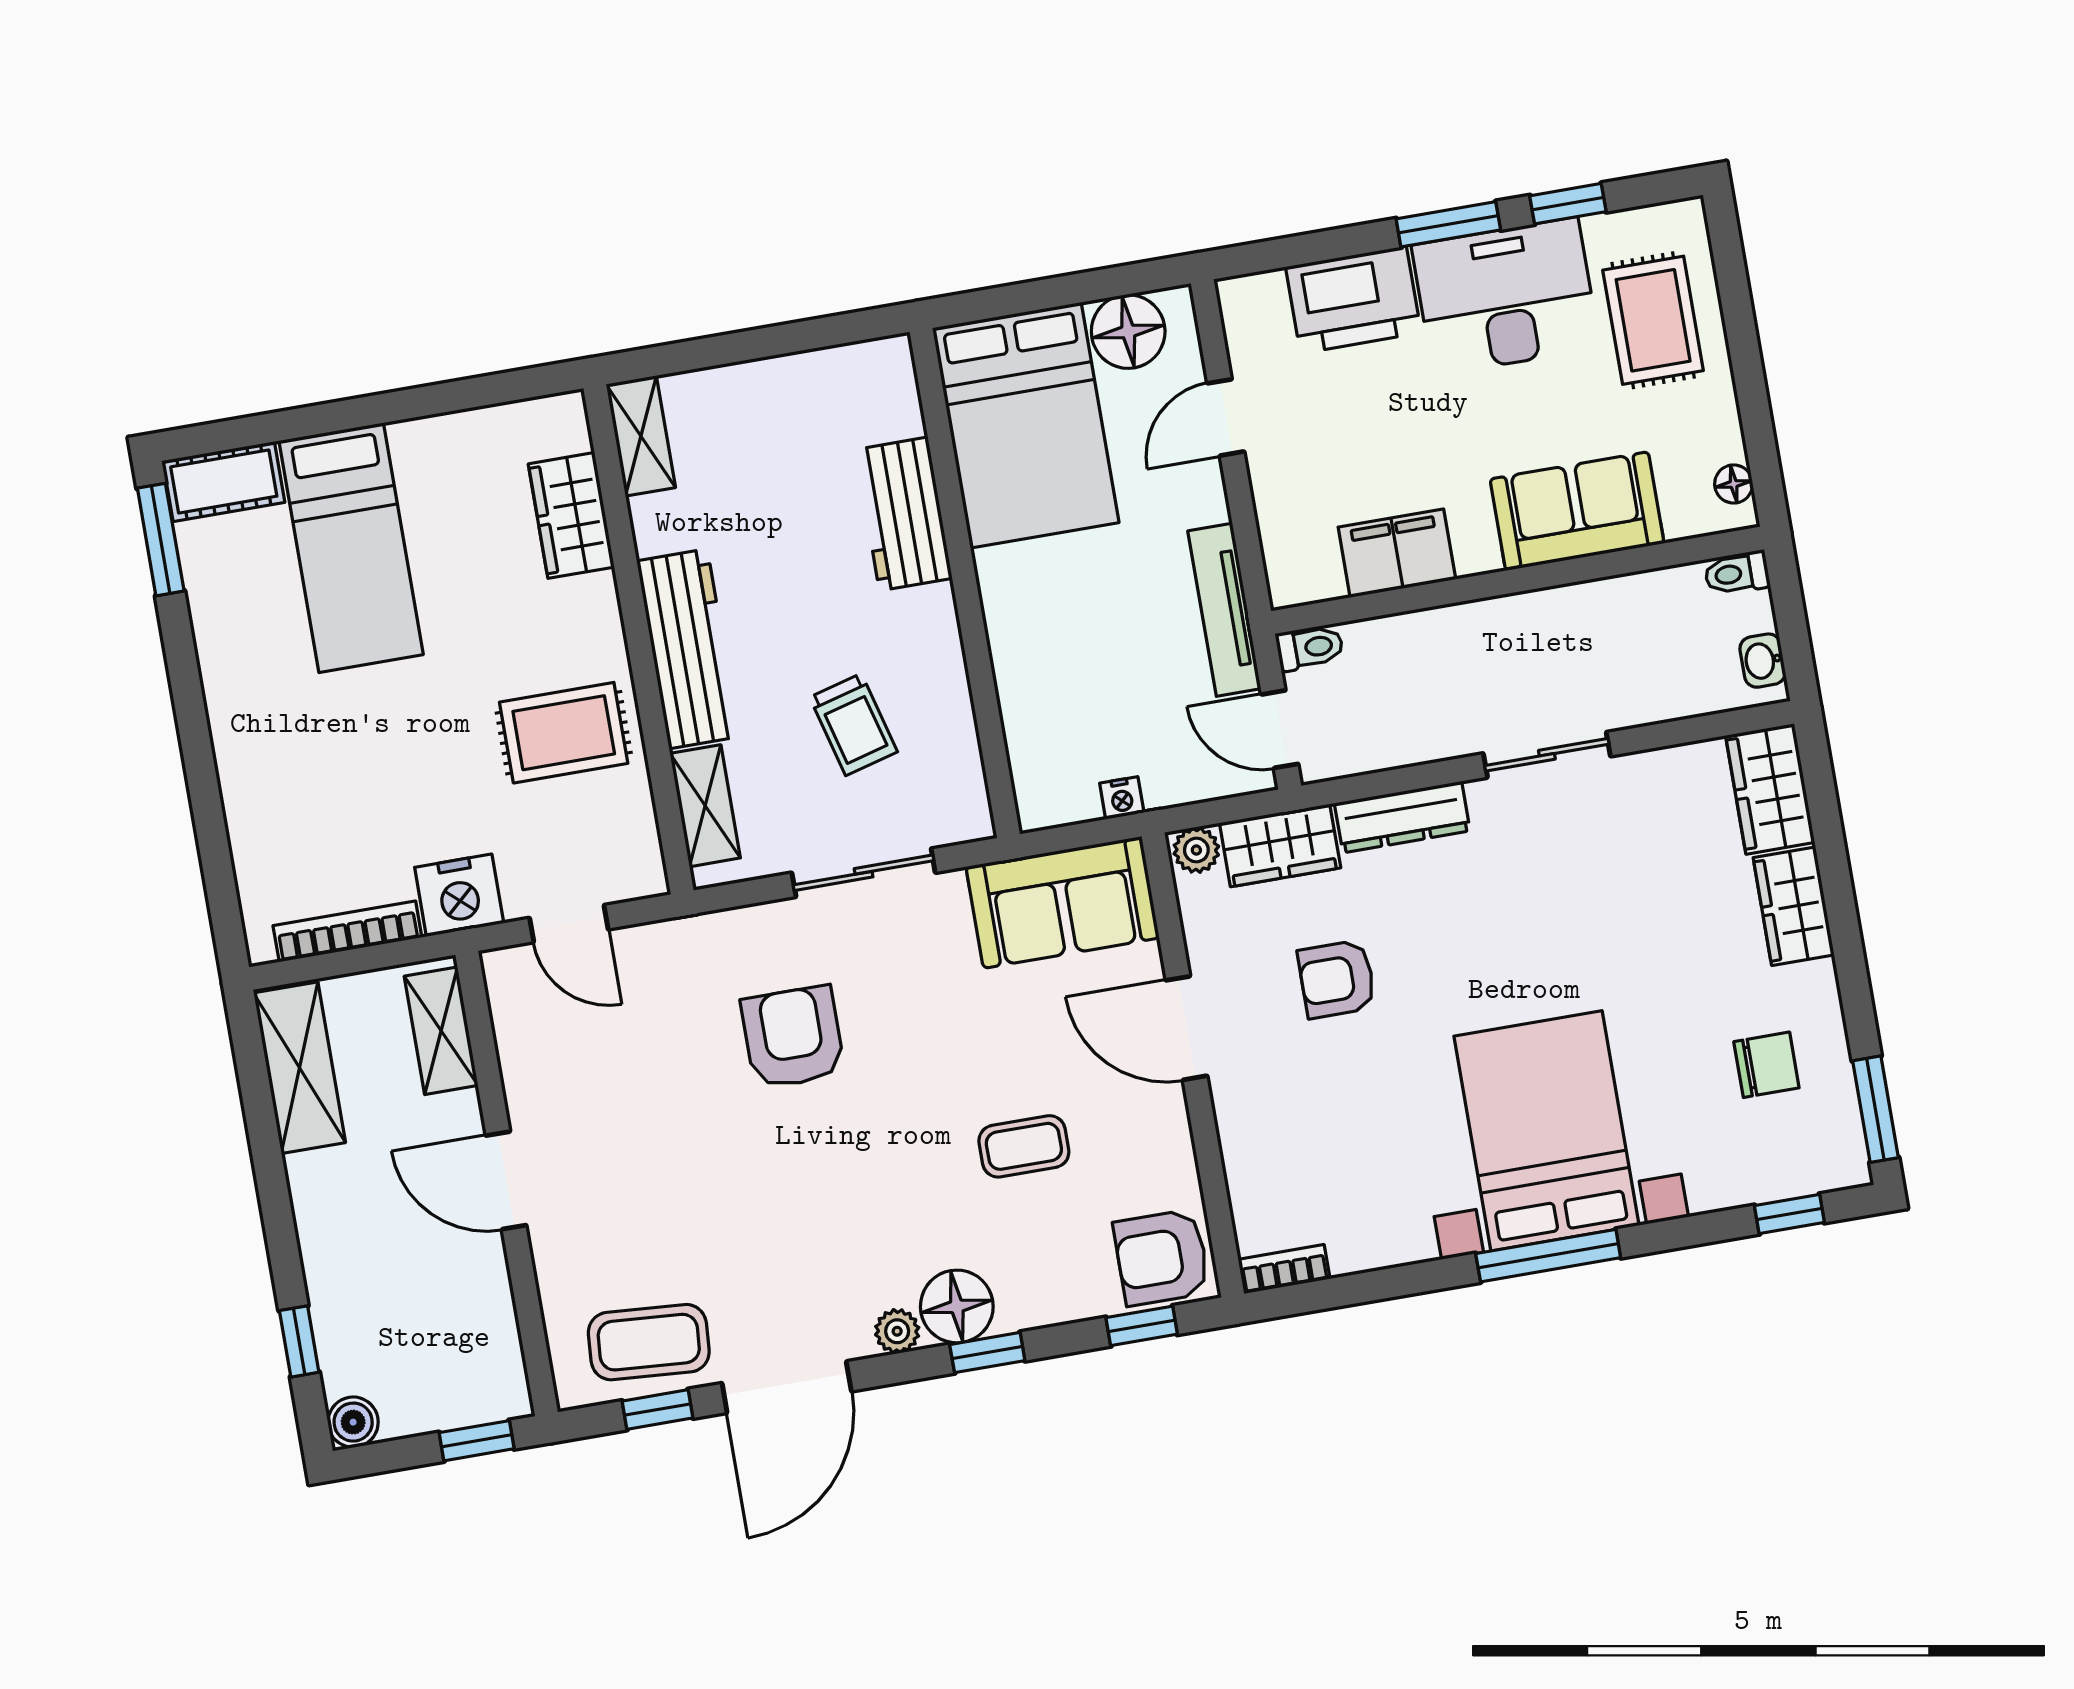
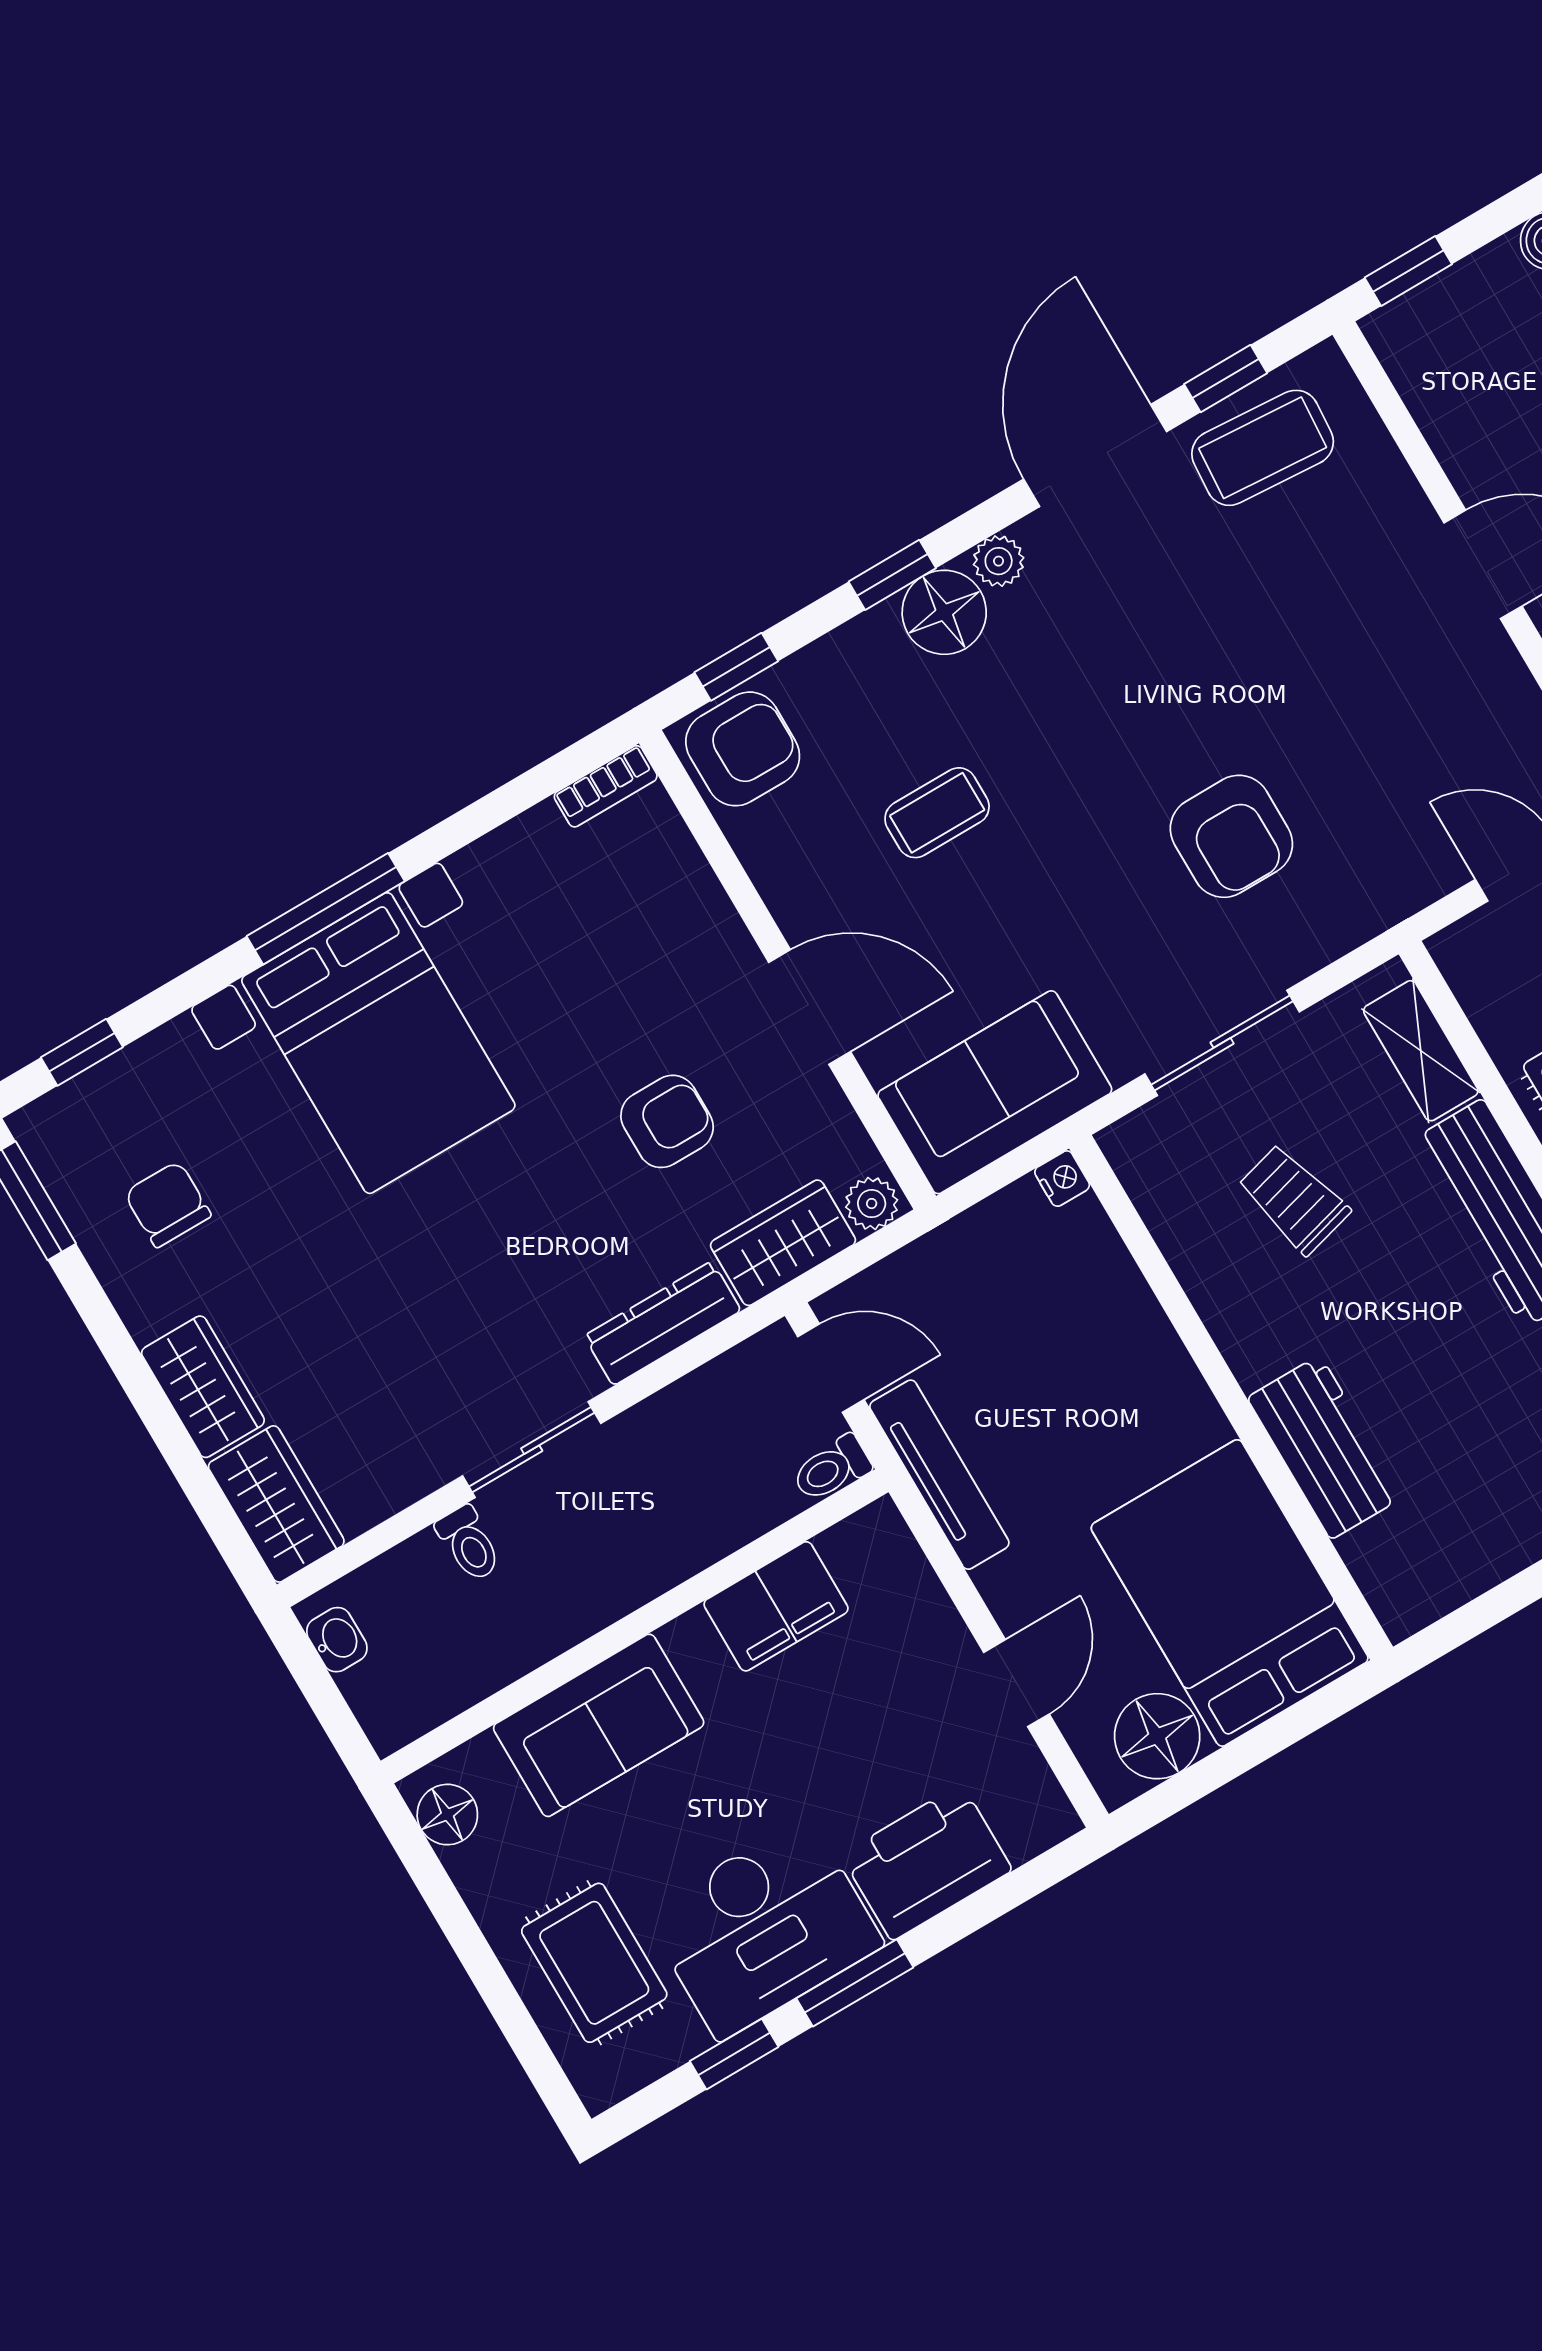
floor lamp: (1734, 484) -> (447, 1815), width x1.37, depth x1.37
toilet: (1737, 573) -> (469, 1544), moved, turned 90
nightstand: (1122, 798) -> (1062, 1179), moved, turned 90
chair: (1766, 1065) -> (168, 1204), turned 90

